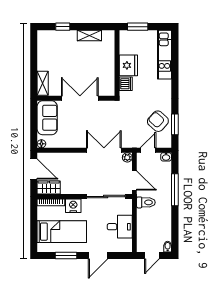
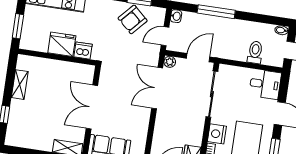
door: (148, 150) -> (165, 36), hinge flipped
toilet: (146, 202) -> (255, 52), moved
desk: (120, 227) -> (265, 84), moved, turned 90

